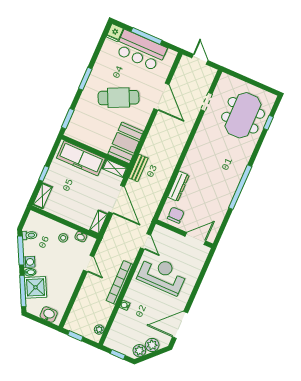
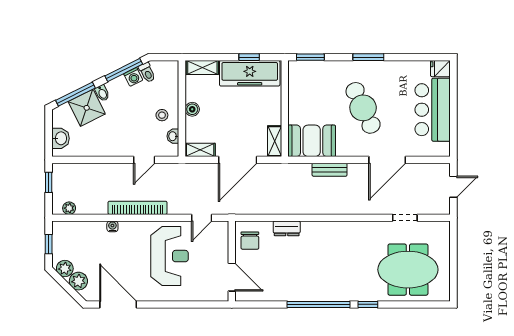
window: (147, 36) -> (453, 109), removed
window: (268, 123) -> (368, 304), moved
freezer: (81, 158) -> (250, 73), moved, turned -90
bench: (138, 168) -> (330, 170), moved
window: (44, 173) -> (249, 57), moved
dresser: (178, 186) -> (287, 228), width x0.70
boiler: (68, 215) -> (192, 109), added
chair: (176, 215) -> (250, 241), turned 90
washing machine: (29, 262) -> (133, 77), moved

